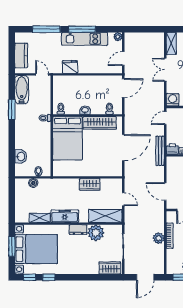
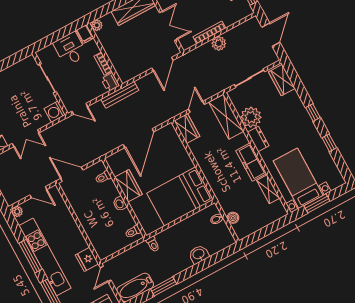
kitchen unit: (85, 39) -> (45, 257), width x1.36
fridge: (70, 67) -> (87, 259), moved
wardrobe: (100, 123) -> (128, 186), width x0.67
bed: (68, 138) -> (180, 196), moved, turned 180
door: (123, 148) -> (139, 138), swing flipped
washbasin: (21, 156) -> (199, 254), moved
wardrobe: (90, 184) -> (187, 128), moved
bed with nightstands: (36, 249) -> (298, 178), width x0.73
window: (30, 277) -> (313, 113), moved
door: (145, 277) -> (271, 35), hinge flipped

